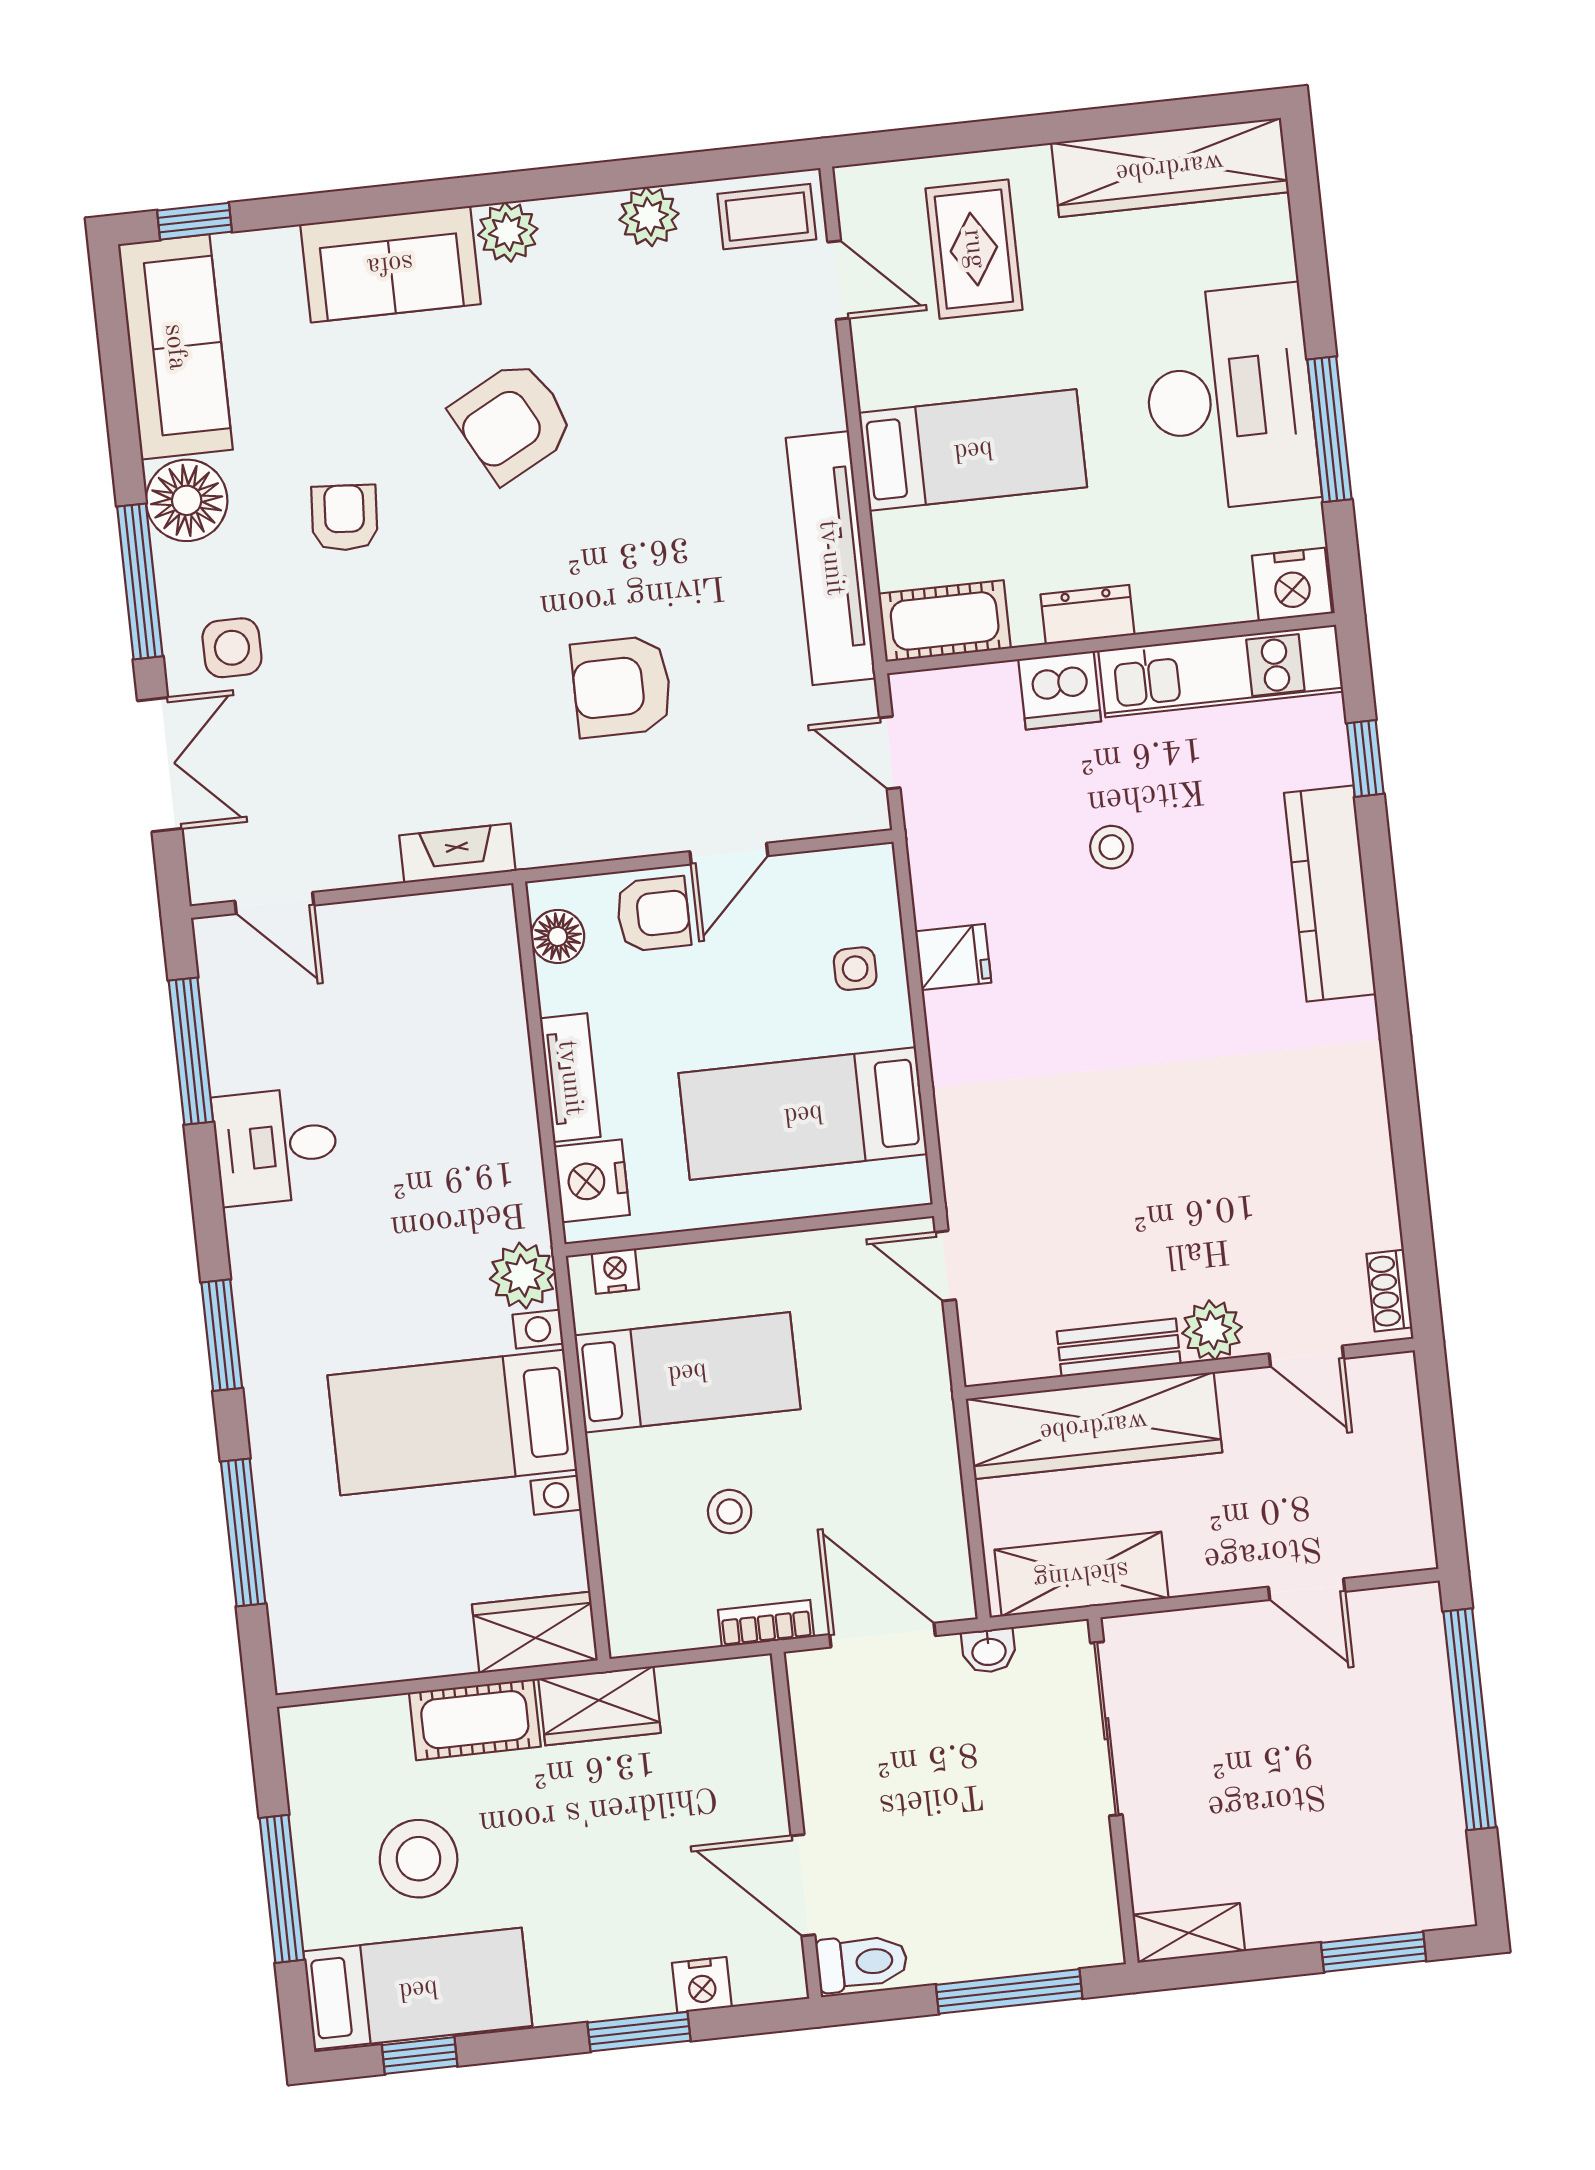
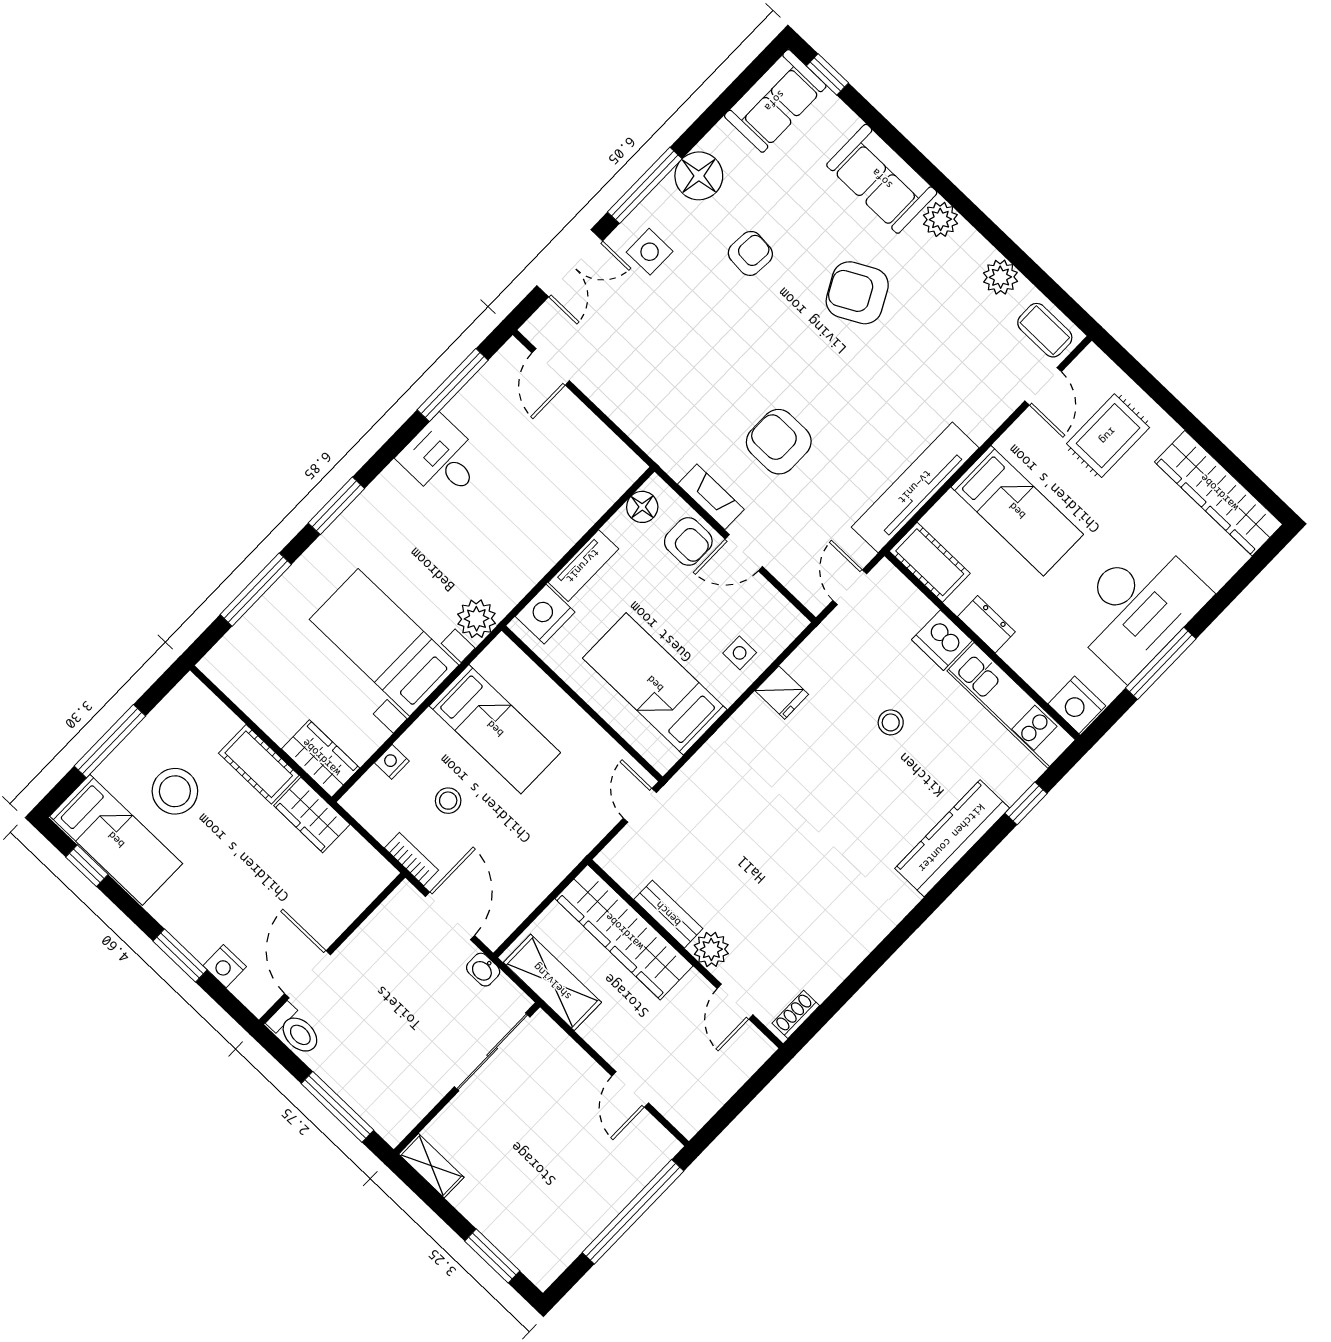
sofa: (175, 347) -> (775, 101), width x0.73
fireplace: (457, 853) -> (711, 497), moved
nightstand: (615, 1271) -> (392, 762), moved, turned -90

